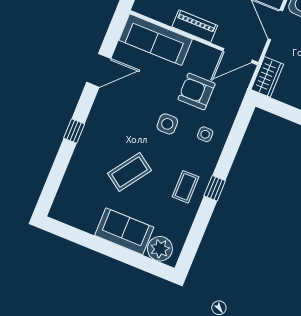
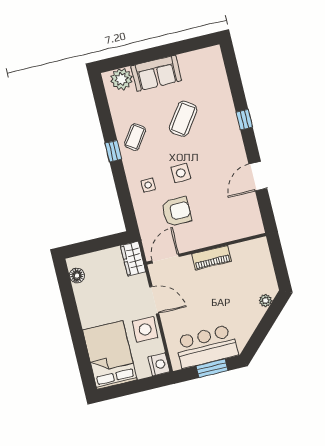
sofa: (156, 40) -> (233, 228), removed
coffee table: (185, 187) -> (135, 137), turned 35

